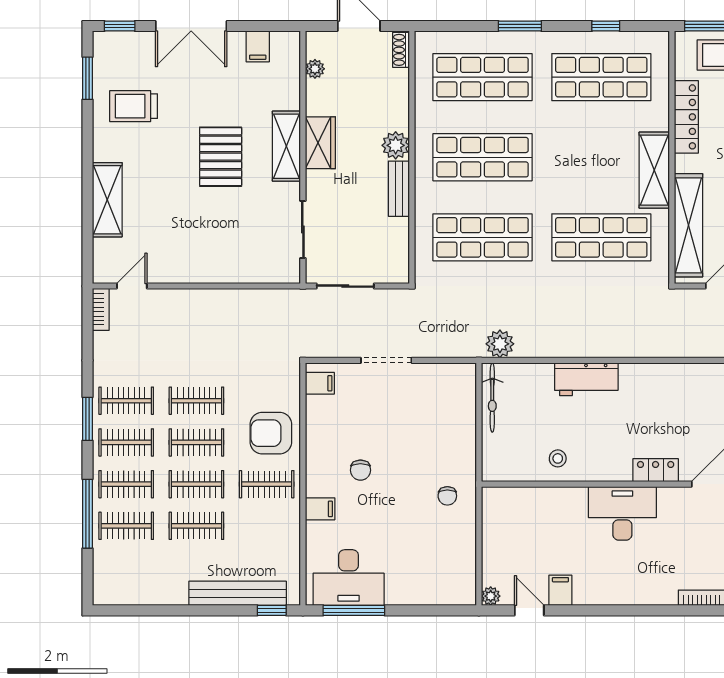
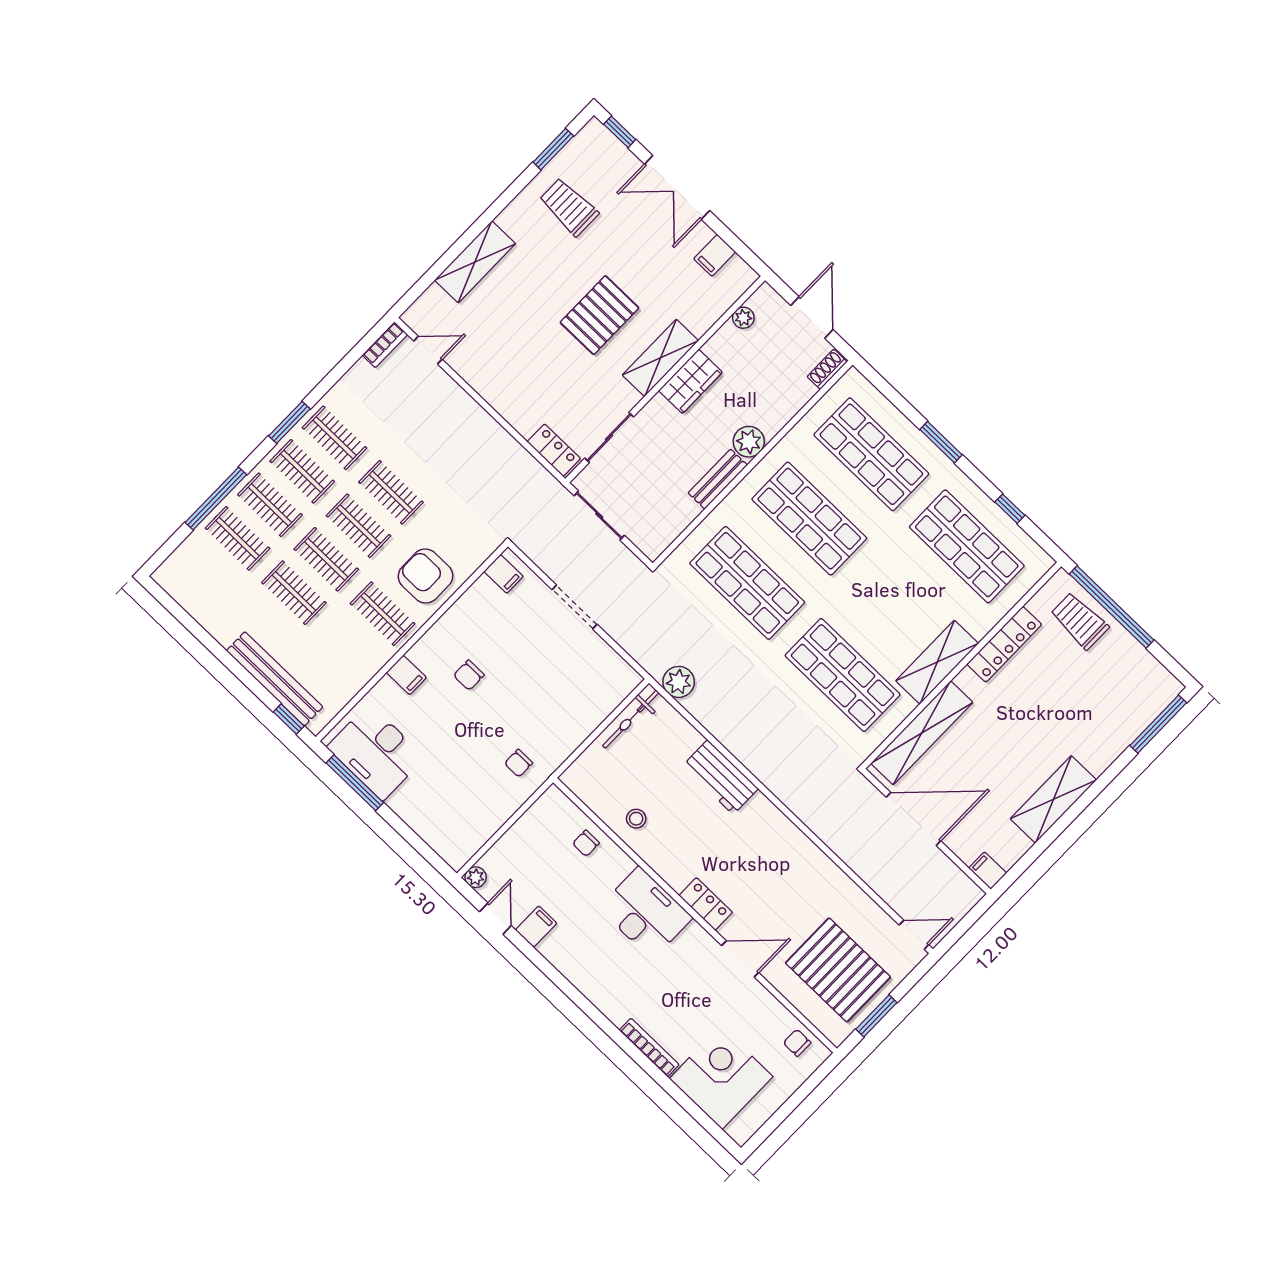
locker: (275, 272) -> (554, 450), added
chair: (541, 506) -> (586, 843), added

